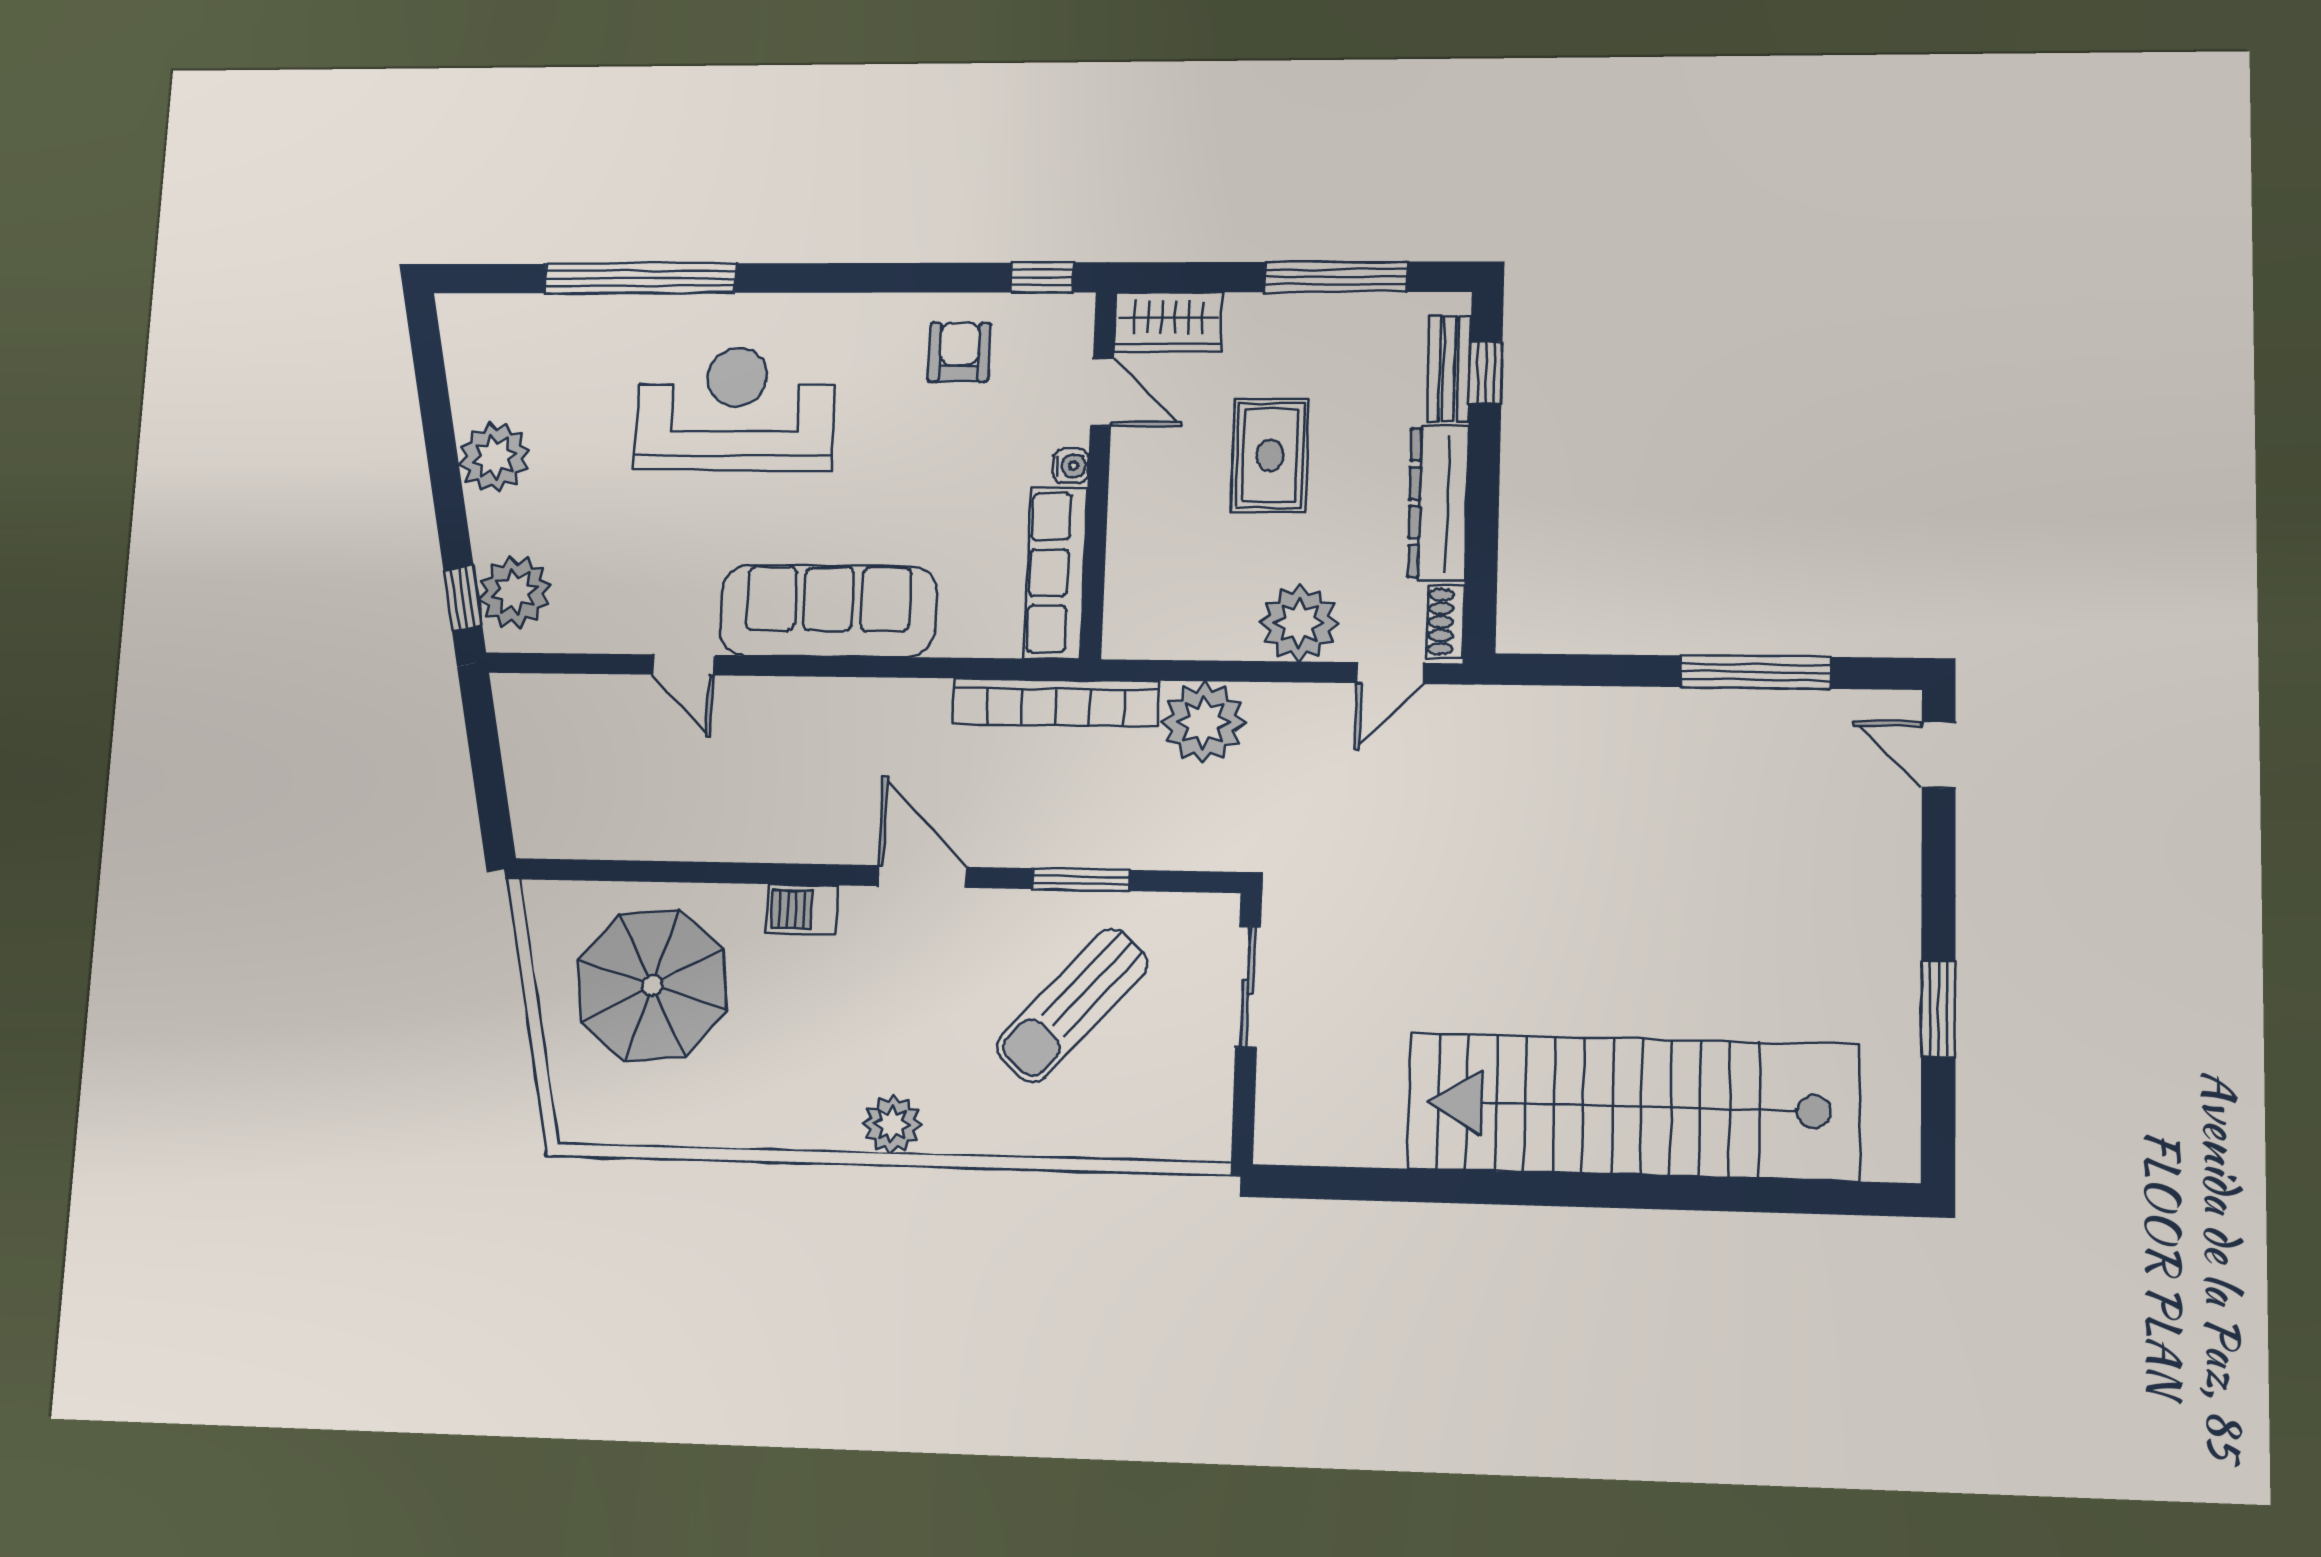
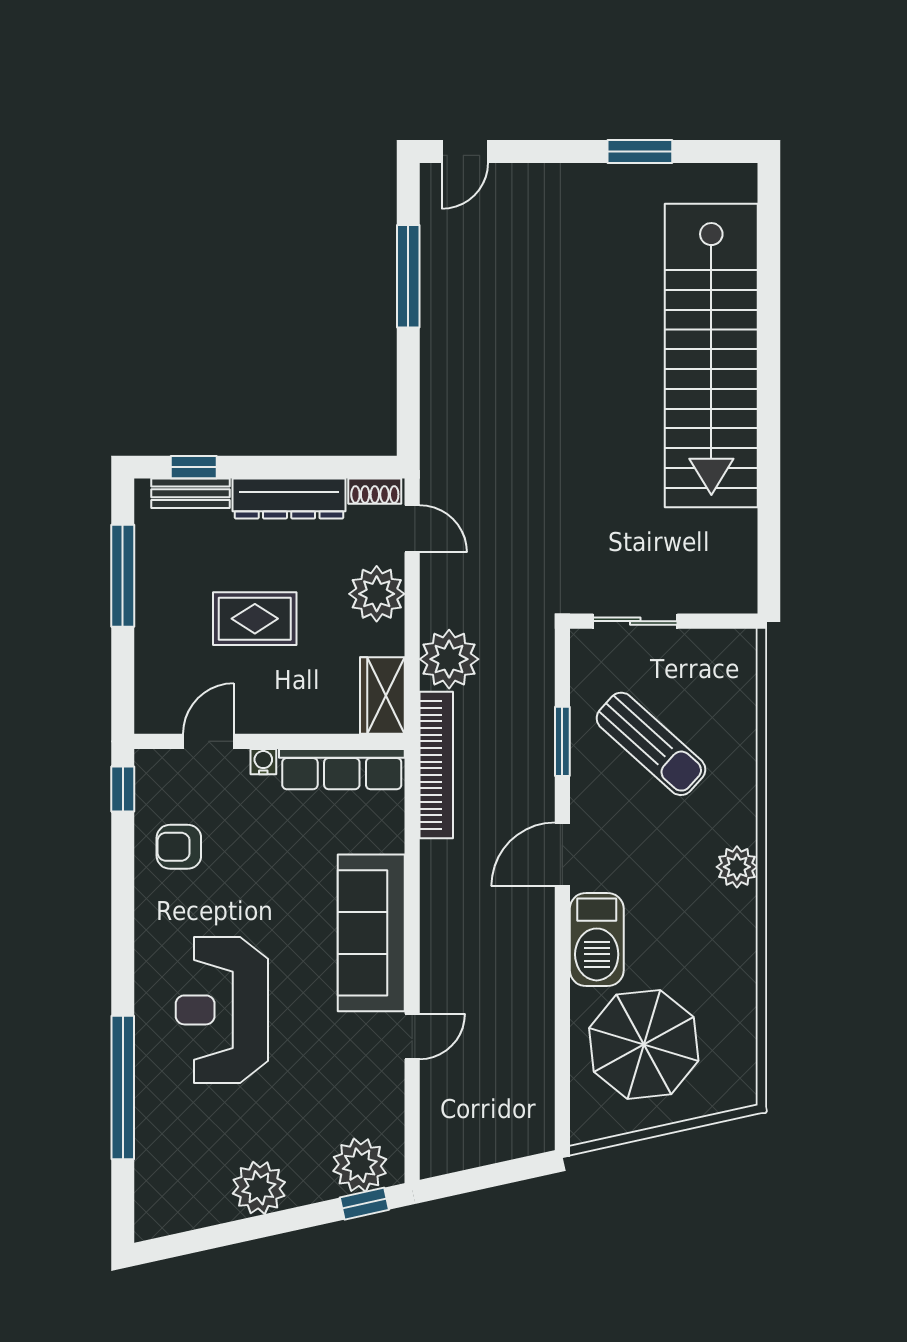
wardrobe: (1168, 322) -> (382, 695), moved, turned 180
barbecue: (802, 909) -> (597, 939), width x1.88, depth x1.53

